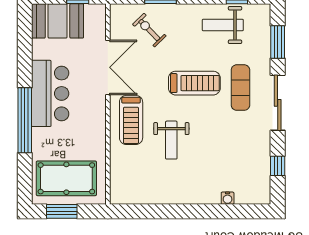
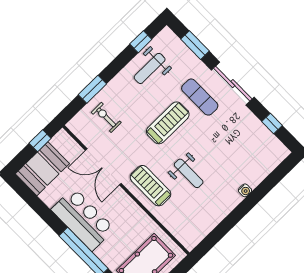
exercise bike: (149, 30) -> (106, 117), turned 44
double door: (108, 67) -> (103, 167), swing flipped
treadmill: (131, 120) -> (151, 186), turned 180
water cooler: (228, 198) -> (245, 190), moved

